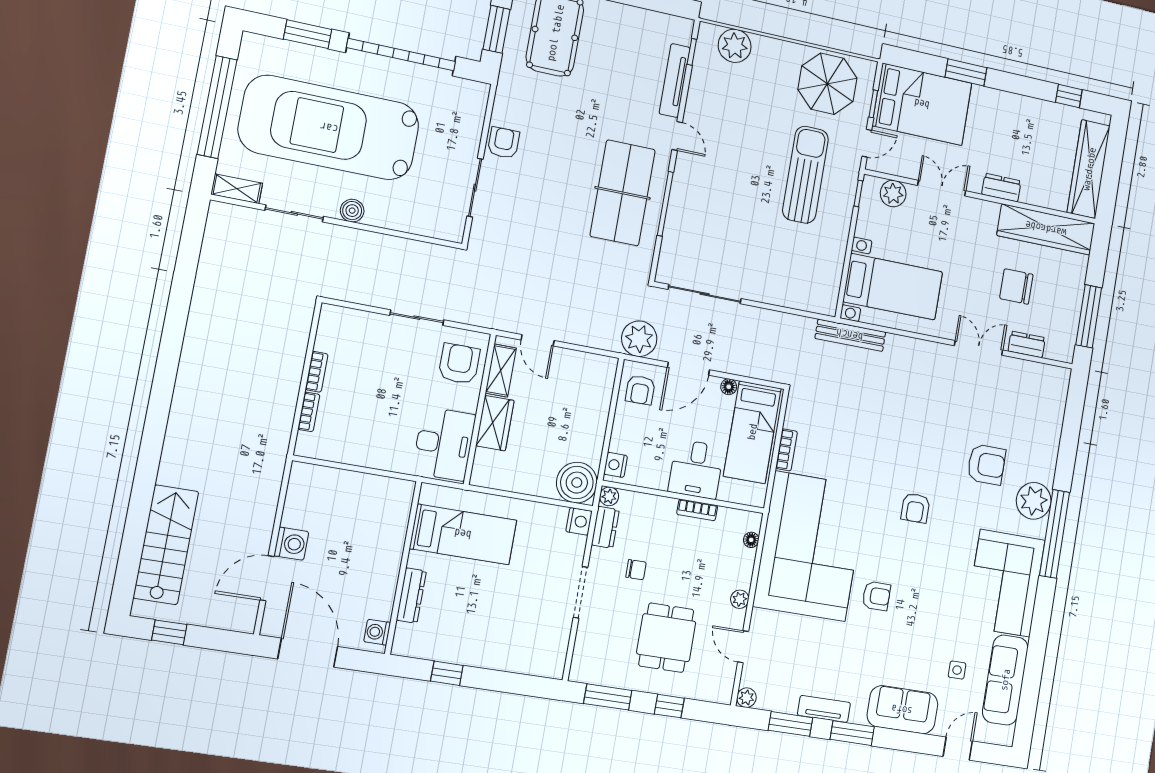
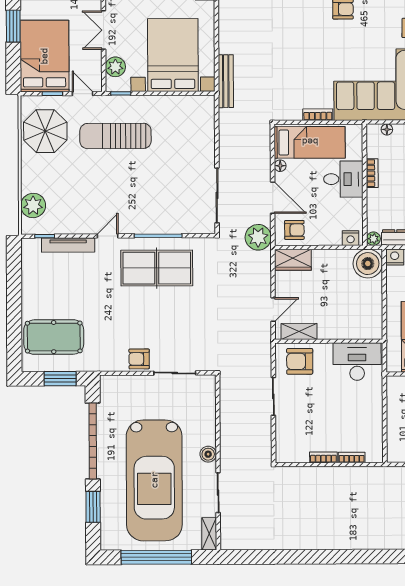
bed with nightstands: (893, 287) -> (173, 55), width x1.36
wardrobe: (495, 423) -> (293, 260), moved, turned 180

